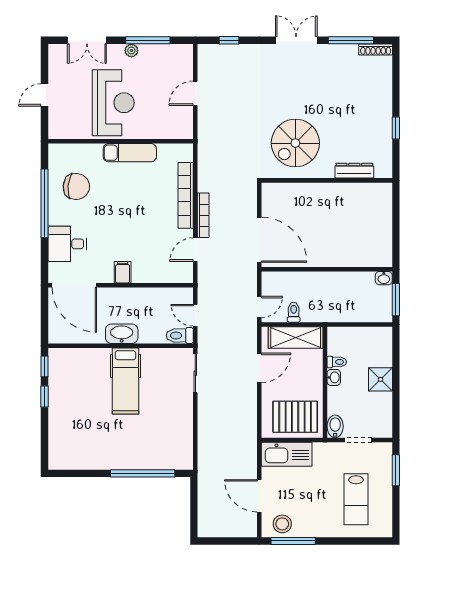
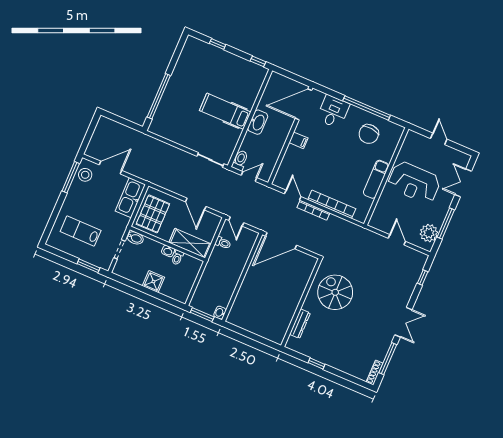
plant: (131, 51) -> (429, 233), moved, width x1.88, depth x1.88
shelving: (296, 337) -> (190, 243), moved, turned 90
window: (44, 396) -> (218, 44), moved

